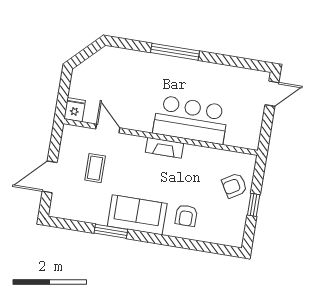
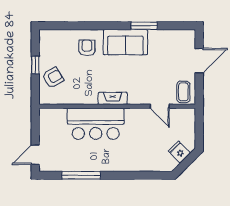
window: (175, 52) -> (81, 175), moved
fridge: (75, 110) -> (179, 152), moved, turned 135
coffee table: (95, 168) -> (183, 92), moved

